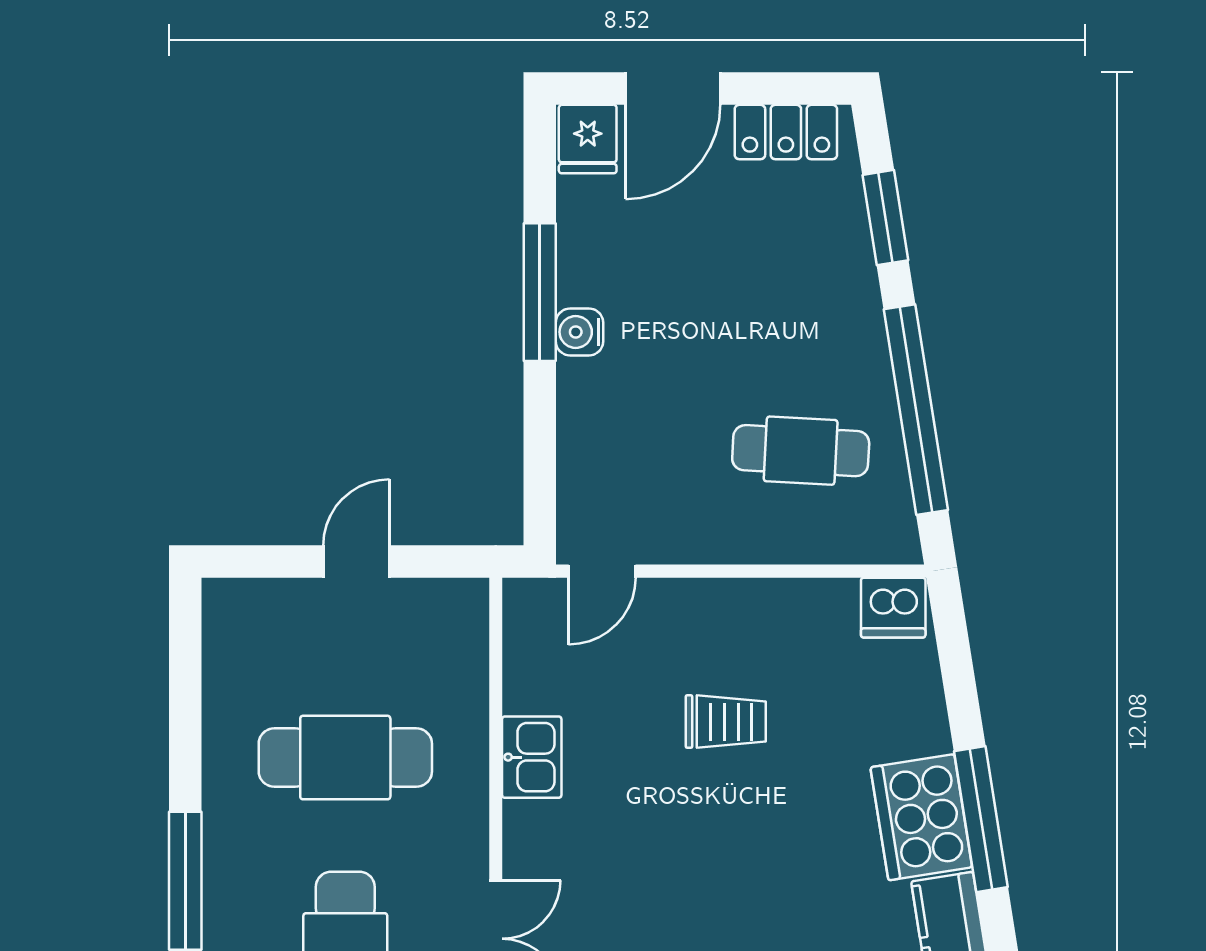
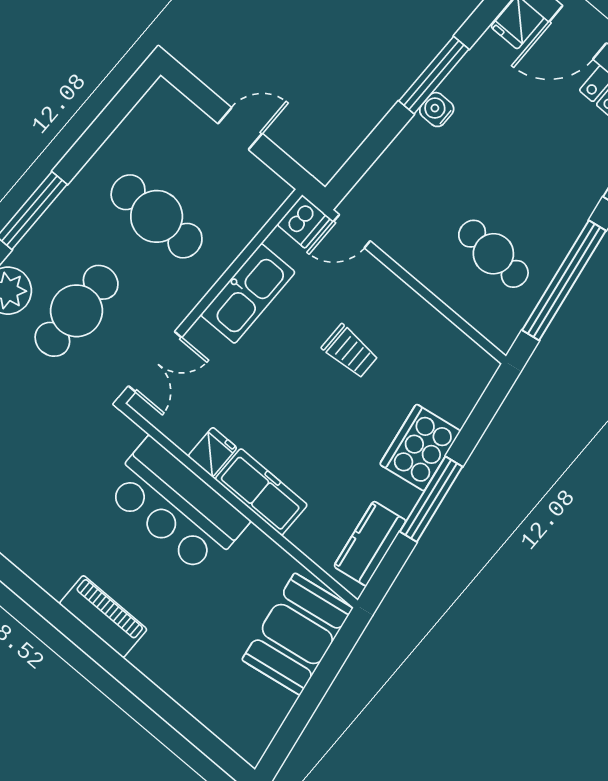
dishwasher: (893, 608) -> (304, 221), moved, turned -90
kitchen sink: (532, 757) -> (248, 294), width x1.88, depth x1.24
cooker: (921, 817) -> (420, 448), moved

